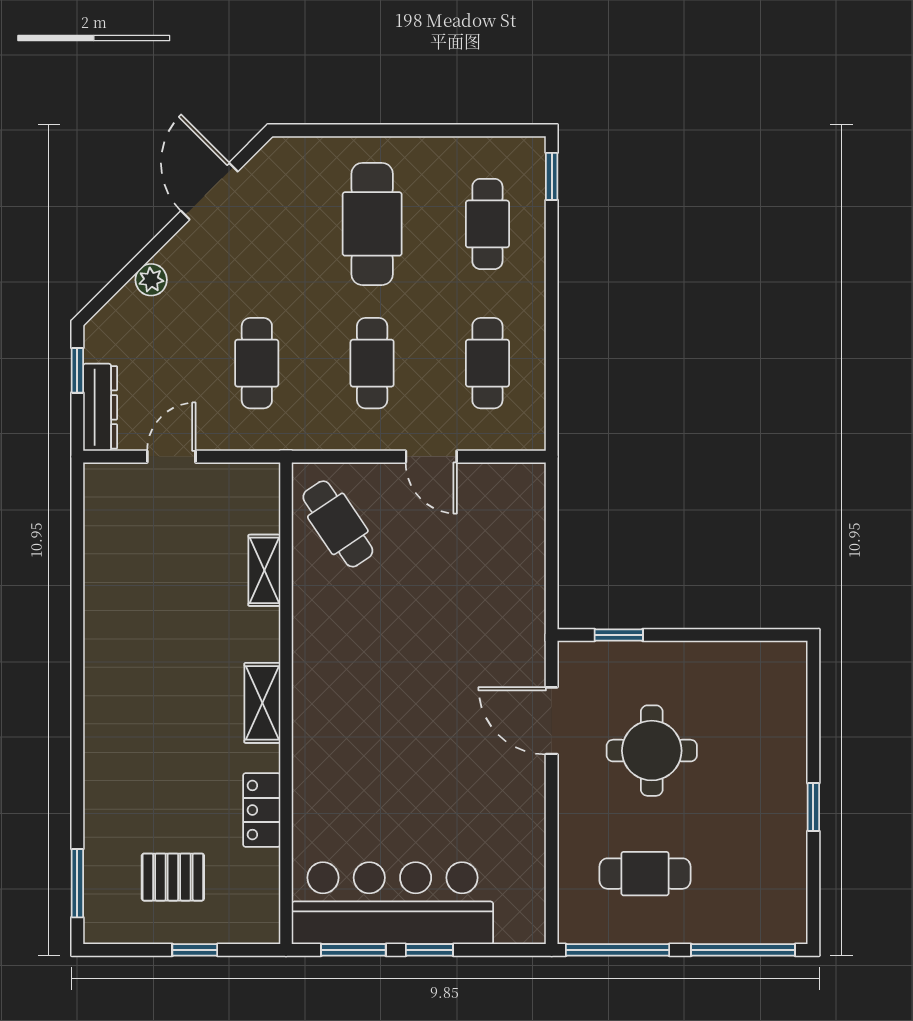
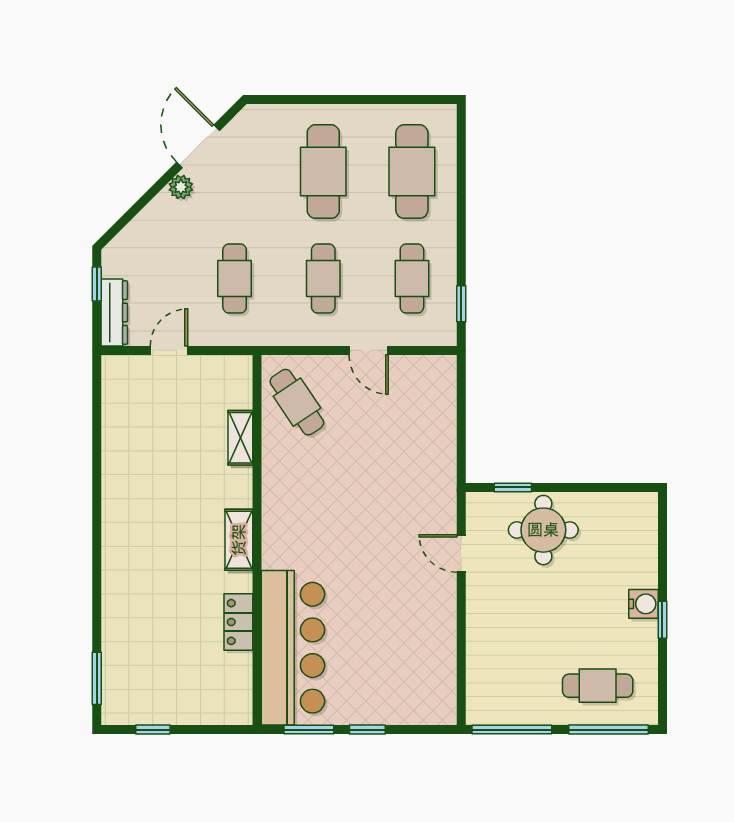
window: (552, 176) -> (461, 304), moved
cafe table: (487, 224) -> (412, 172), width x1.37, depth x1.35
plant: (151, 280) -> (181, 187), moved
door: (552, 721) -> (461, 553), width x0.73
round table: (652, 751) -> (543, 530), moved
water cooler: (789, 786) -> (643, 604), added
cafe table: (645, 874) -> (598, 686), moved
pallet: (173, 877) -> (170, 674), removed
bar counter: (392, 903) -> (293, 648), moved, turned 90
window: (195, 950) -> (153, 730), moved

